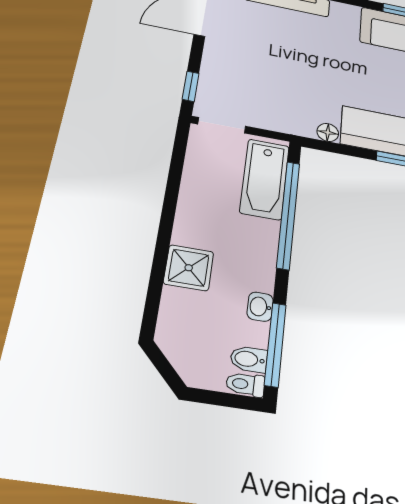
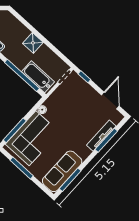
shower: (189, 268) -> (33, 43), moved

